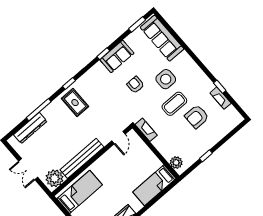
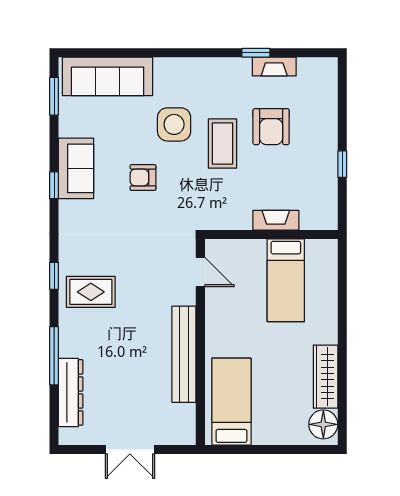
fireplace: (146, 130) -> (276, 220), moved
plant: (176, 163) -> (313, 218), removed
plant: (55, 178) -> (178, 422), removed
bed: (154, 185) -> (286, 280), moved

